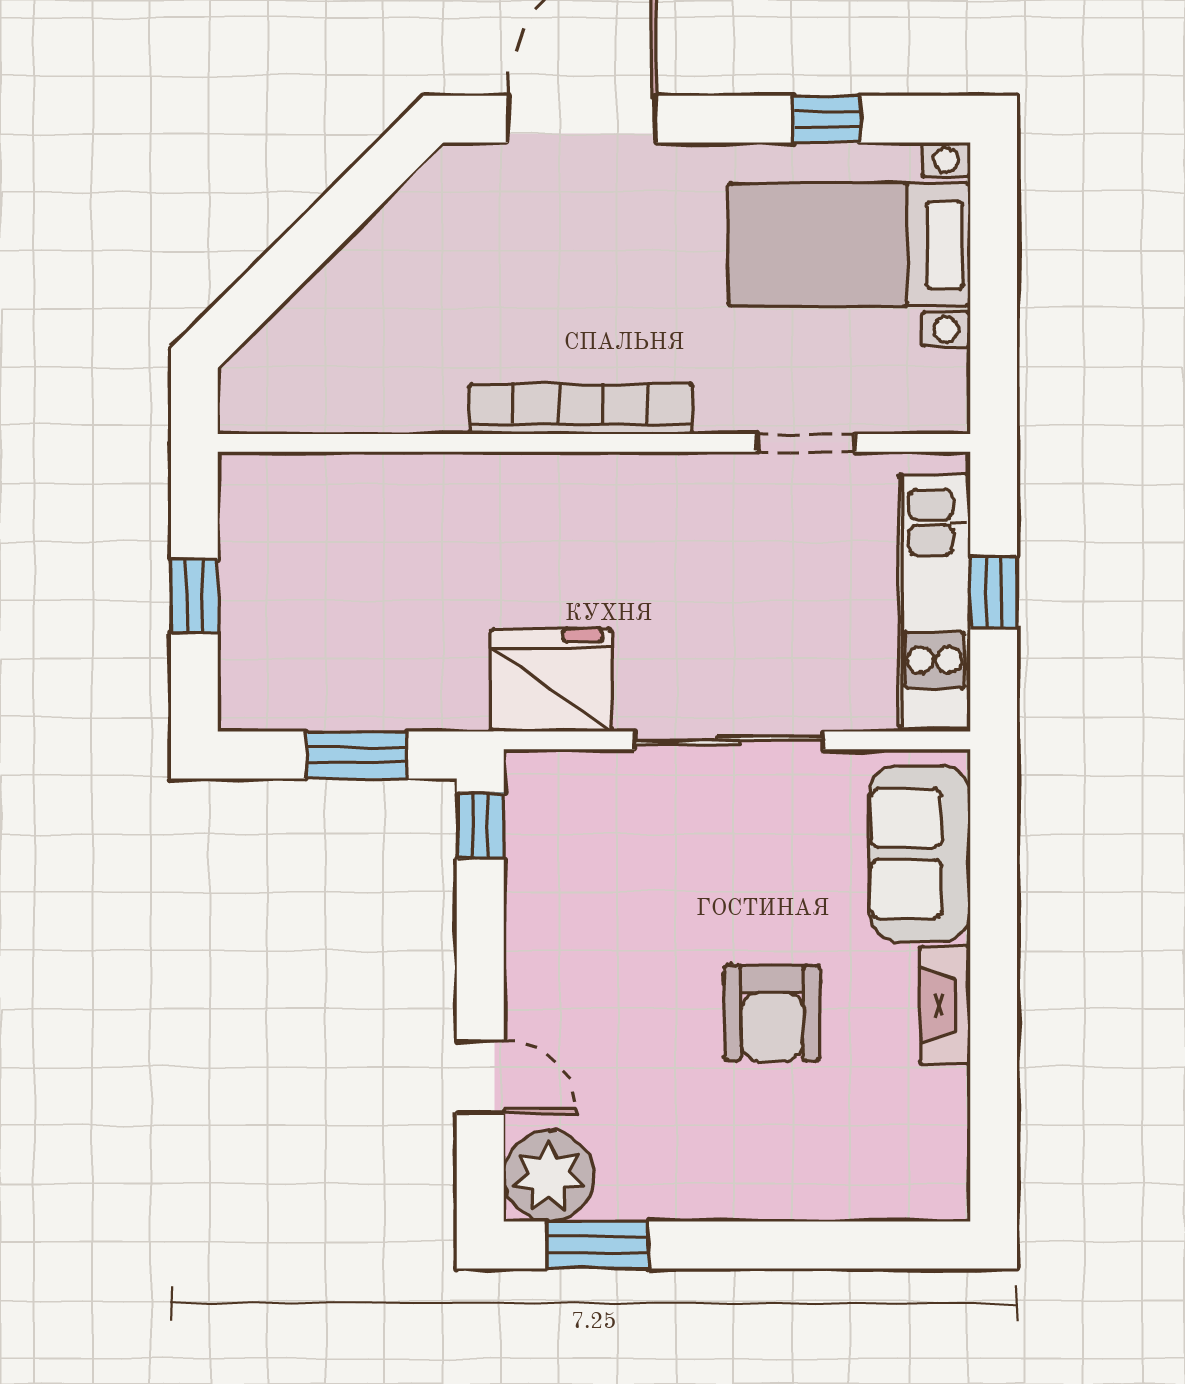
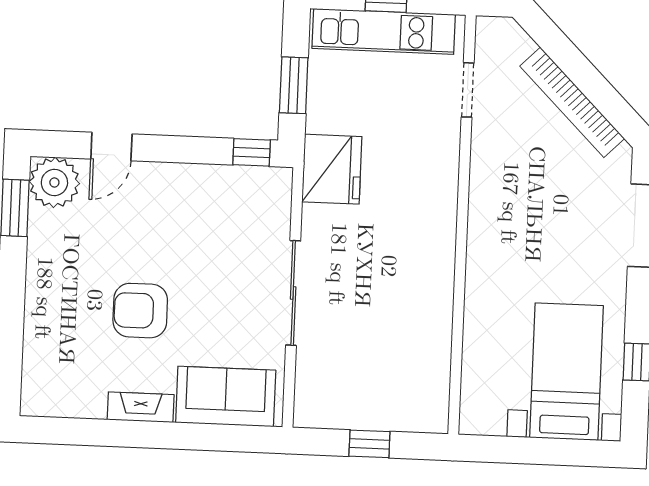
bookcase: (581, 409) -> (572, 102), moved, turned 135
doorway: (806, 443) -> (468, 90), moved
kitchen unit: (934, 602) -> (384, 31), moved, turned 180
fridge: (551, 680) -> (332, 169), moved

